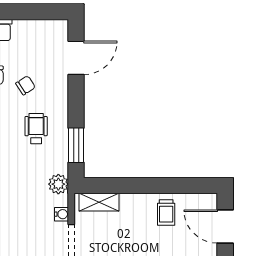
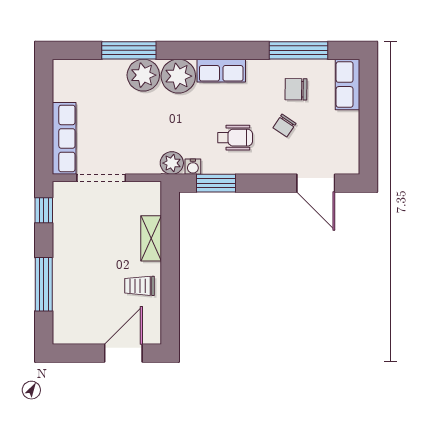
chair: (26, 85) -> (284, 126), turned 67
shelving: (99, 202) -> (151, 238), moved
water cooler: (62, 214) -> (193, 167), moved

